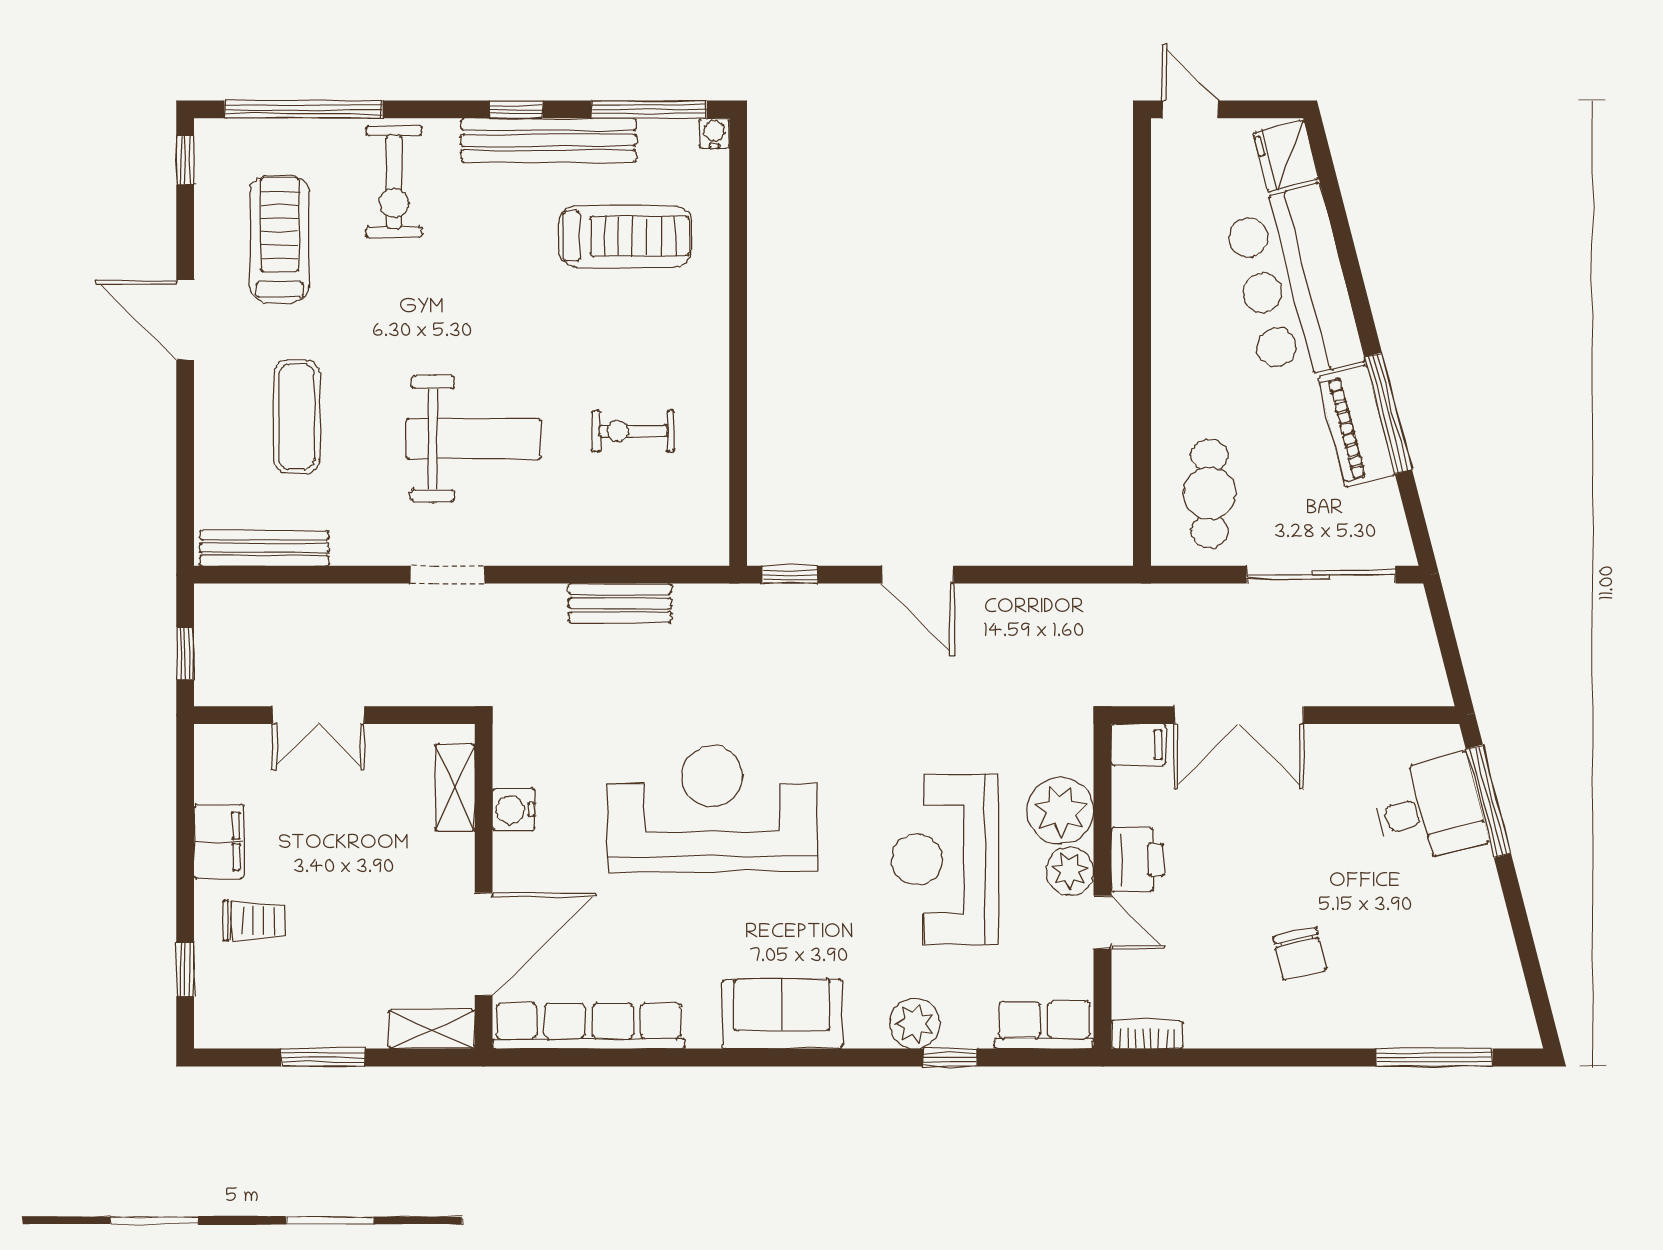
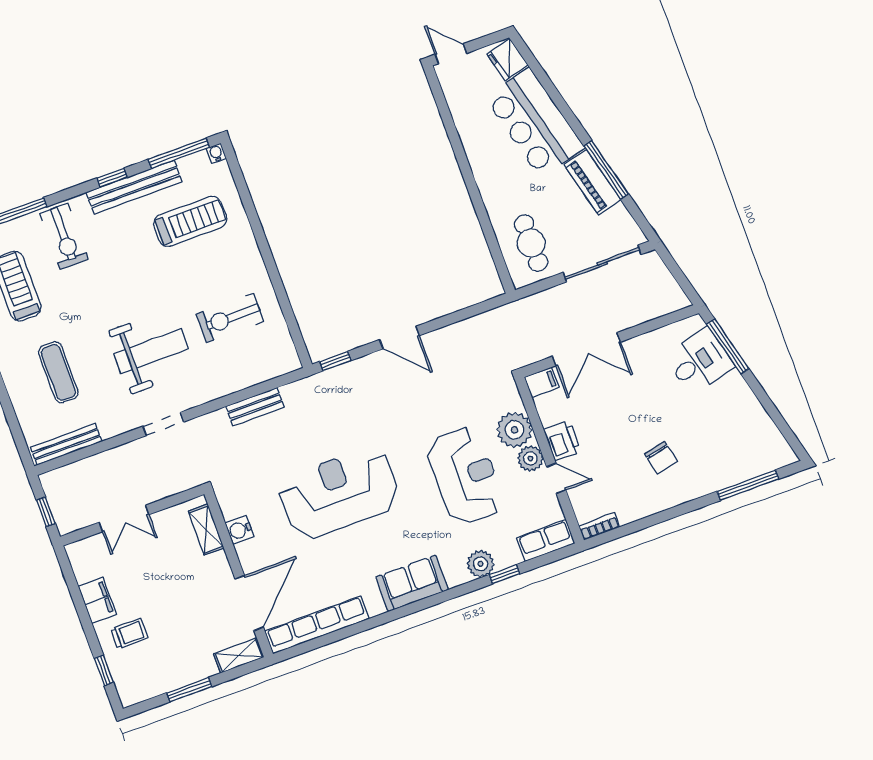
exercise bike: (633, 431) -> (230, 318), width x1.38, depth x1.39
reception desk: (945, 859) -> (465, 476), turned 180

